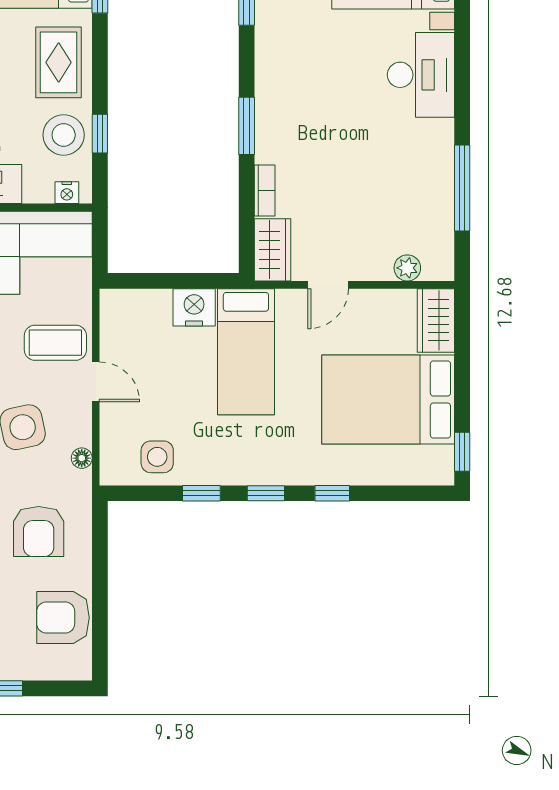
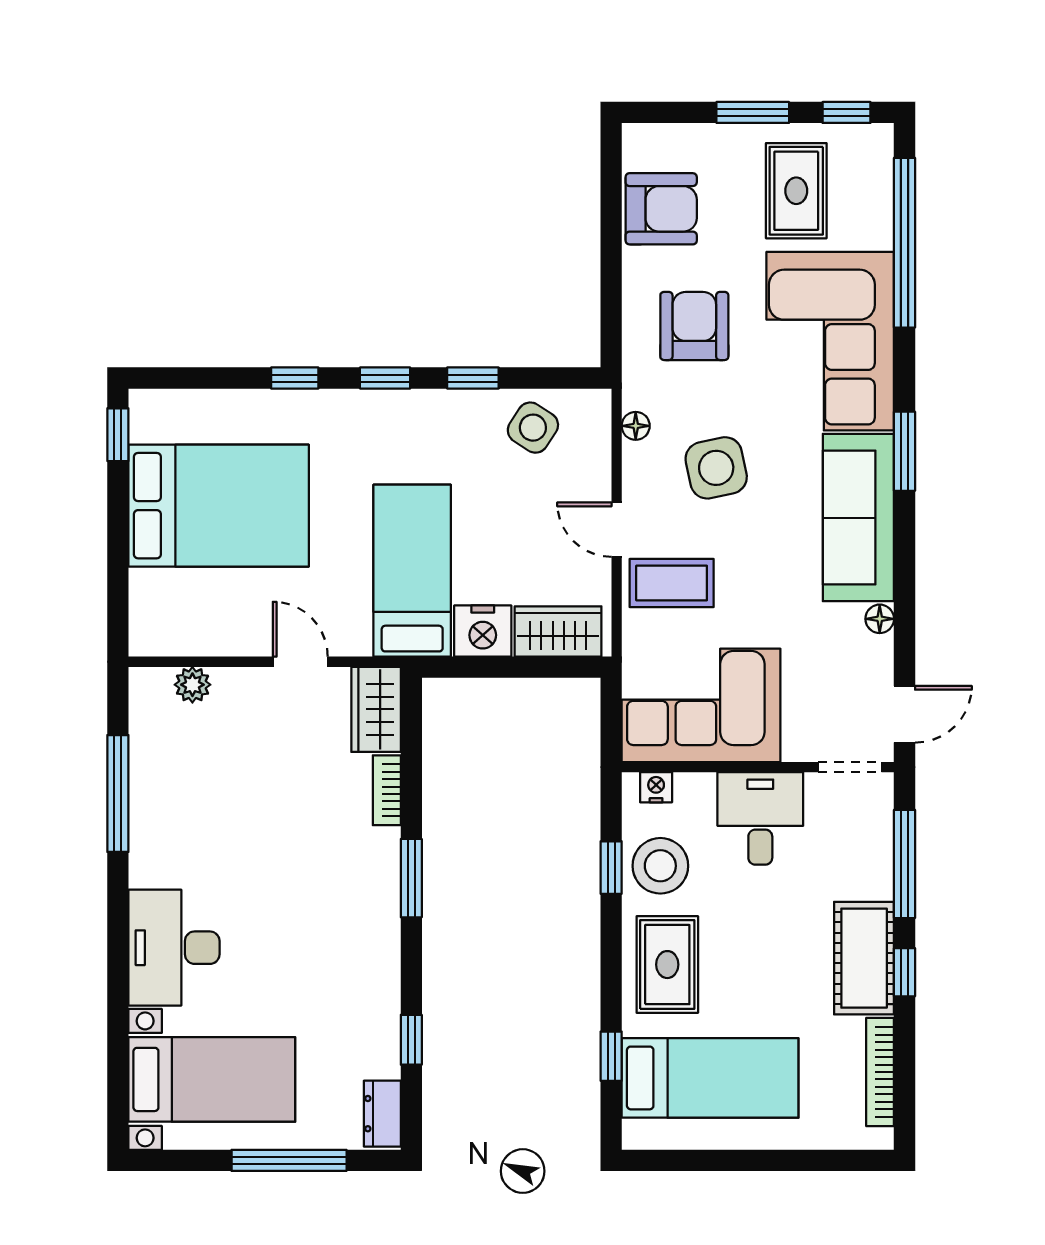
door: (328, 285) -> (300, 662), hinge flipped
wardrobe: (436, 320) -> (558, 631), moved, turned -90
side table: (157, 457) -> (533, 428), turned 33

